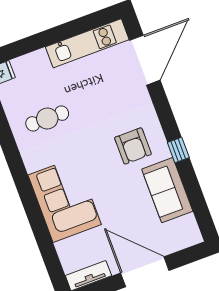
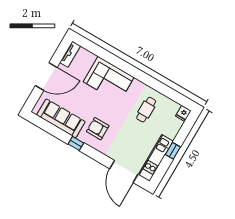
window: (56, 34) -> (173, 151), added
sofa: (167, 190) -> (61, 118), width x1.36

